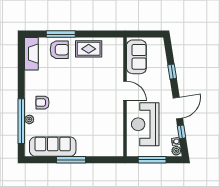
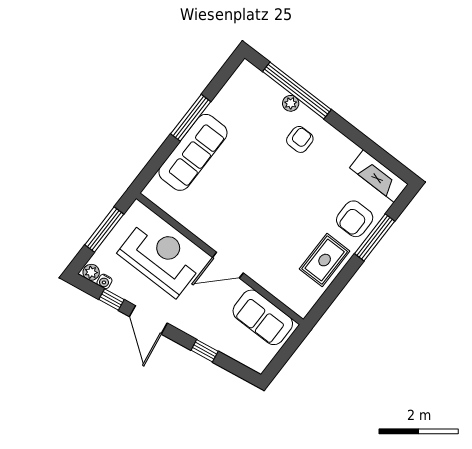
sofa: (53, 147) -> (193, 152), moved

